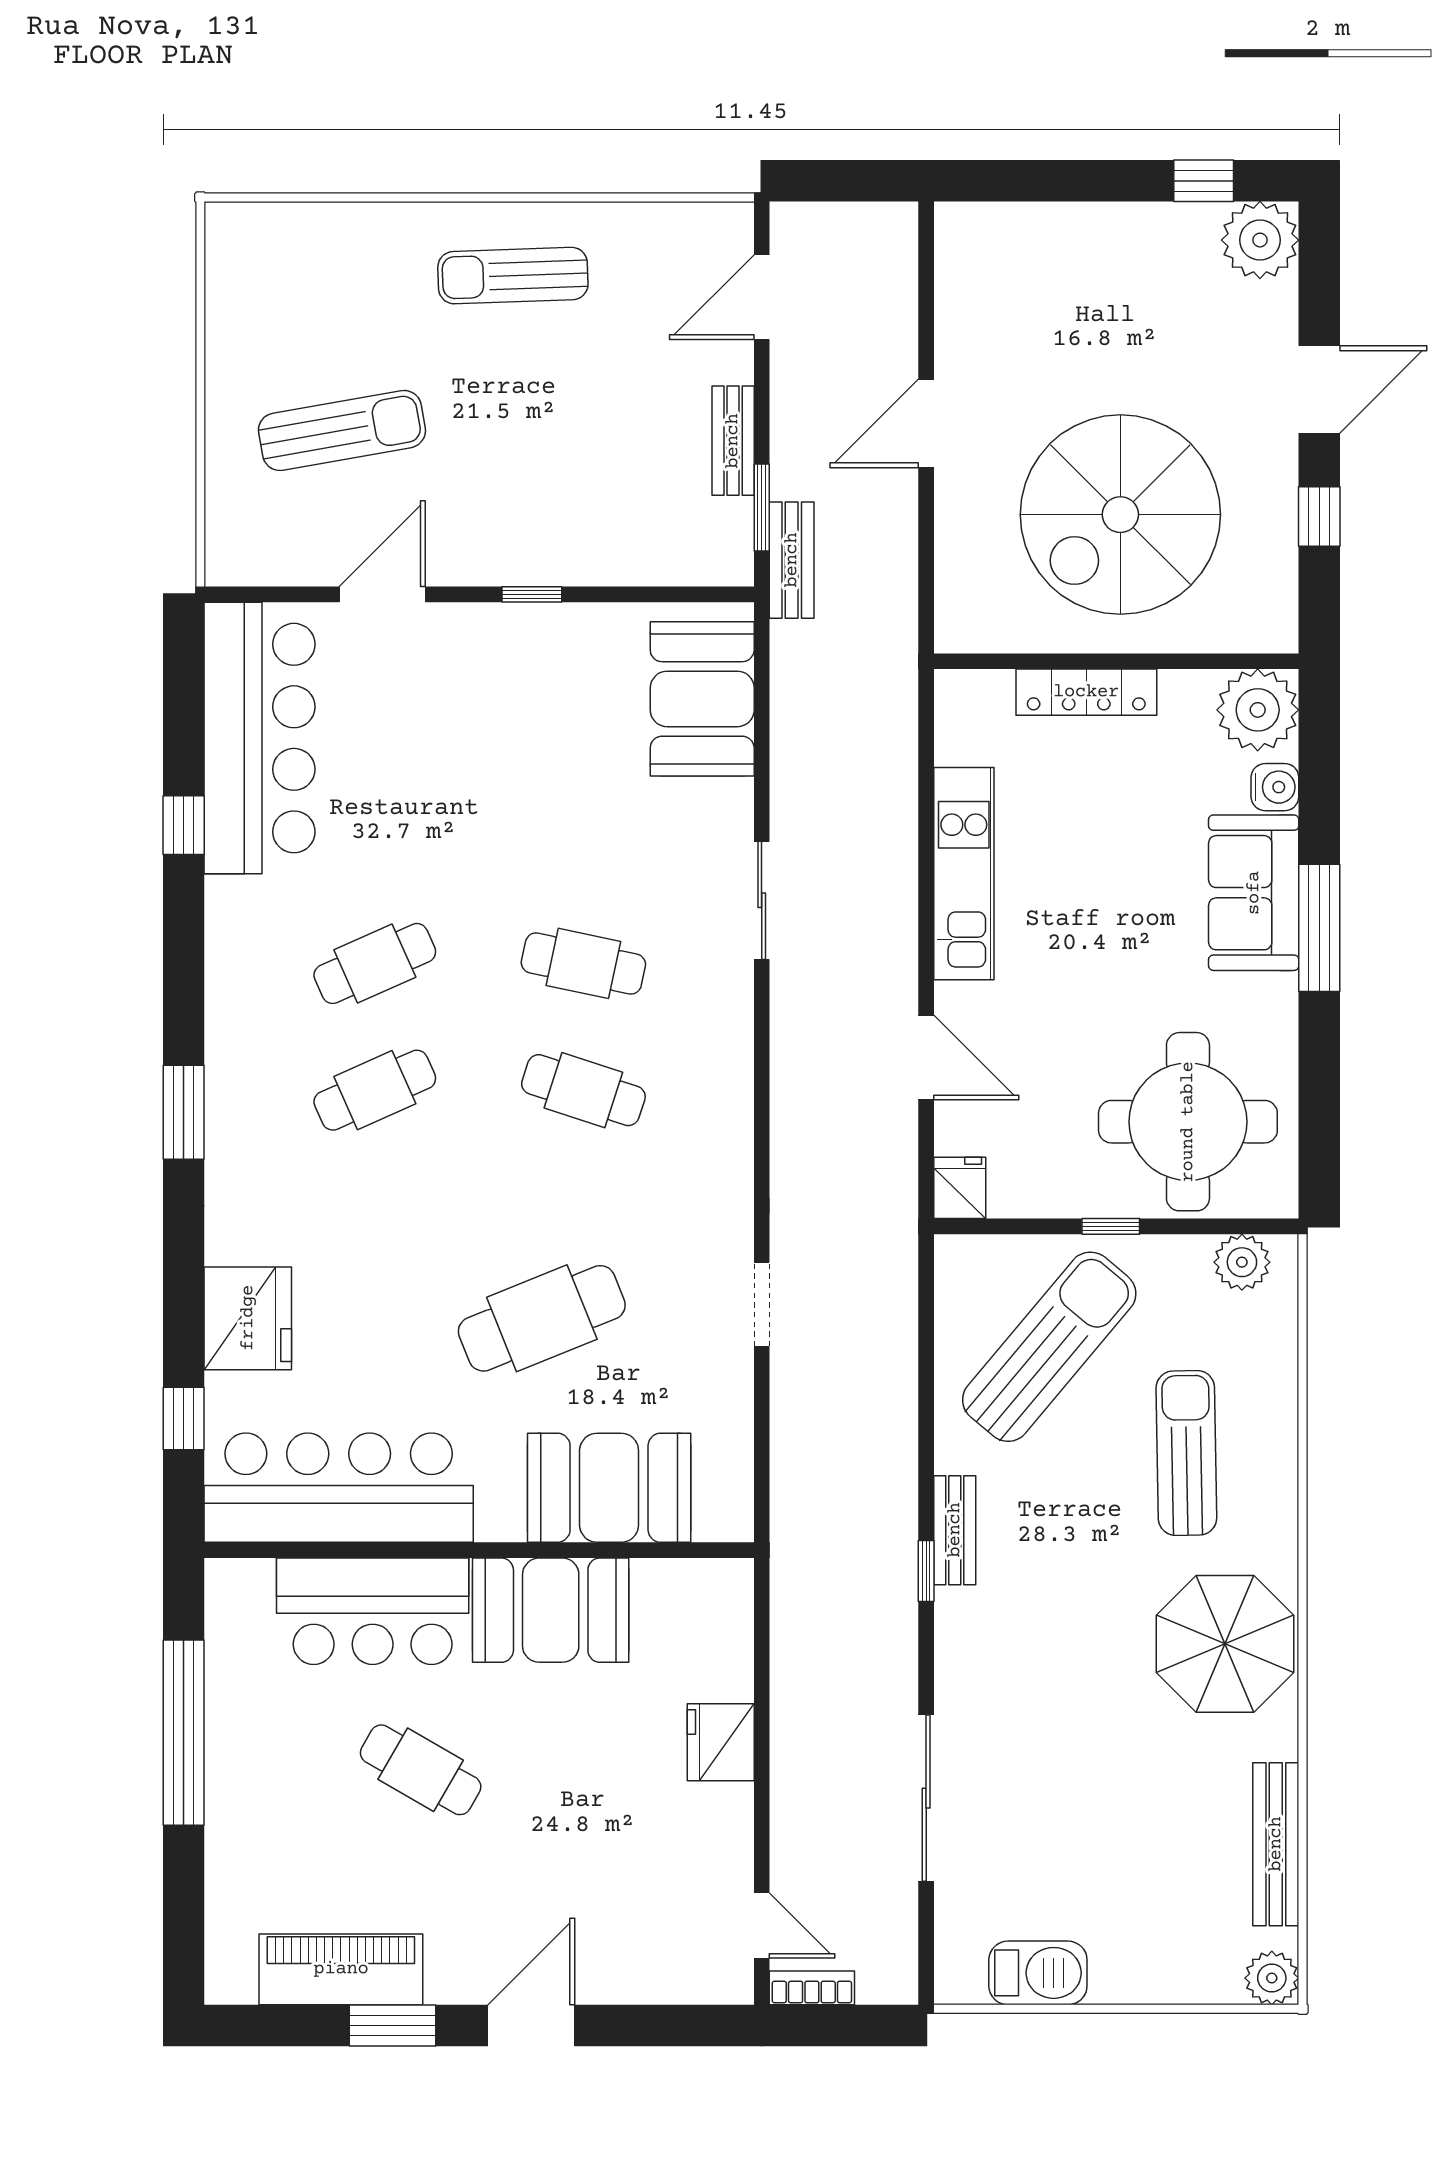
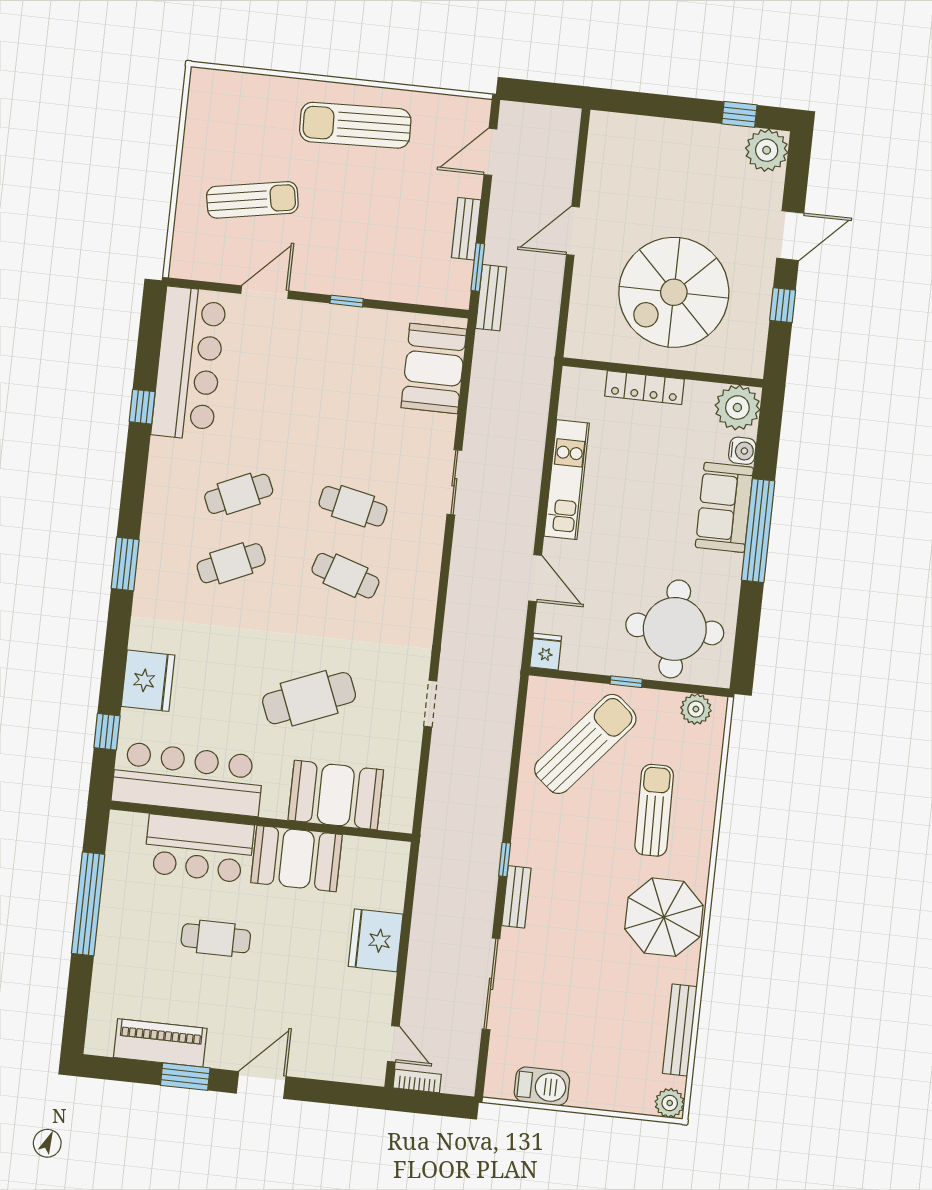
sun lounger: (513, 276) -> (355, 125), width x1.36, depth x1.34
window: (1319, 928) -> (758, 531), width x1.46
bench: (955, 1530) -> (516, 897), moved
fridge: (721, 1742) -> (376, 940), width x1.36, depth x1.34
cafe table: (421, 1770) -> (216, 938), turned -30

